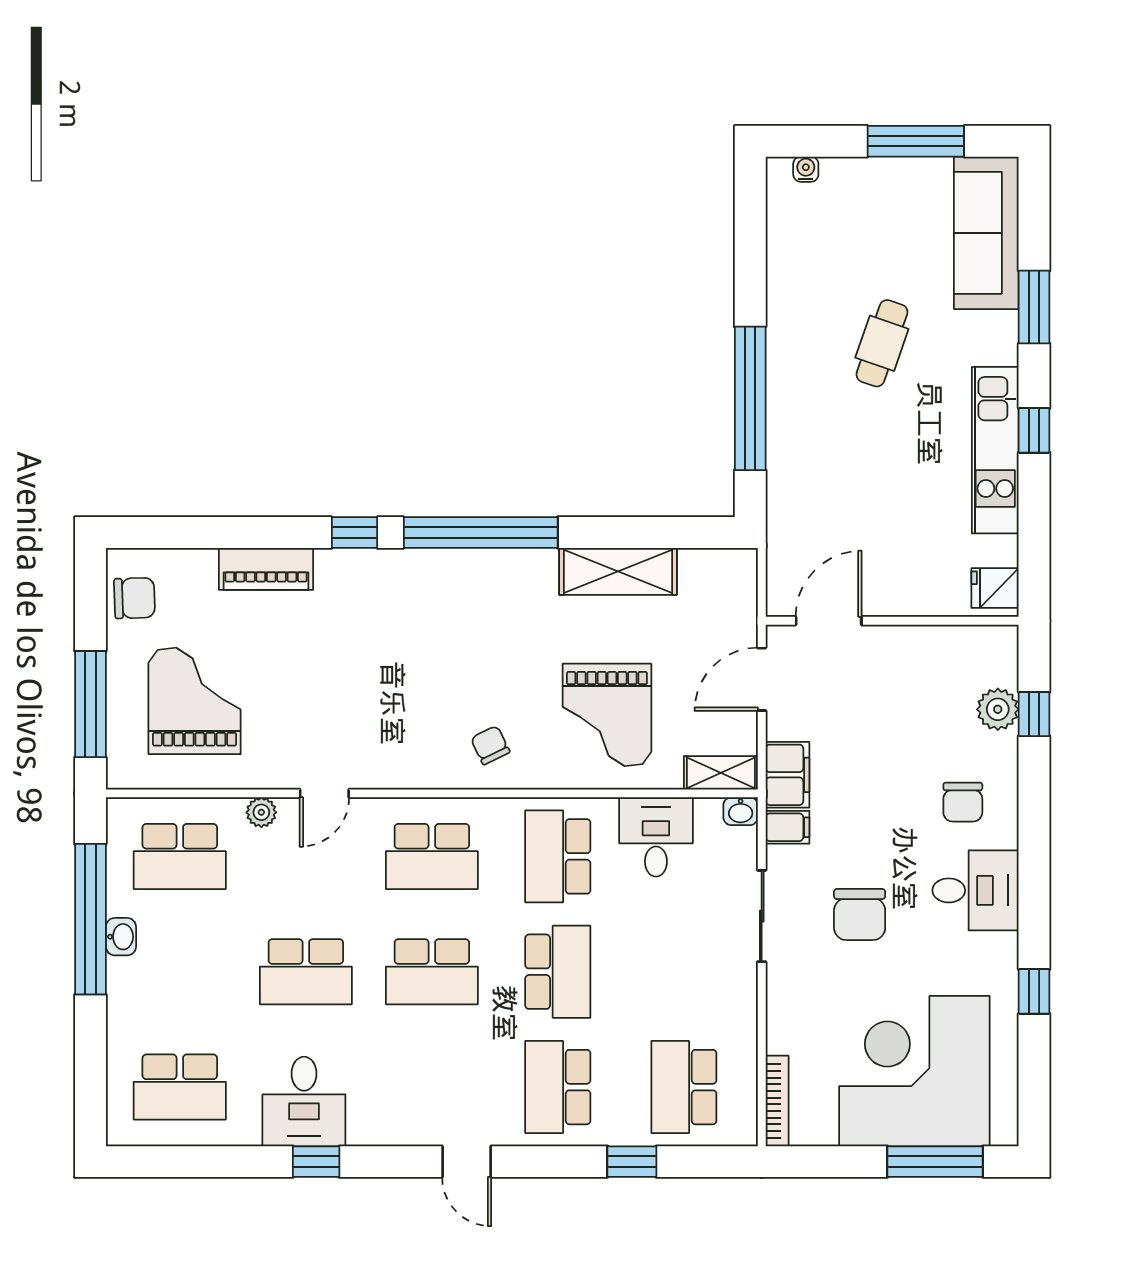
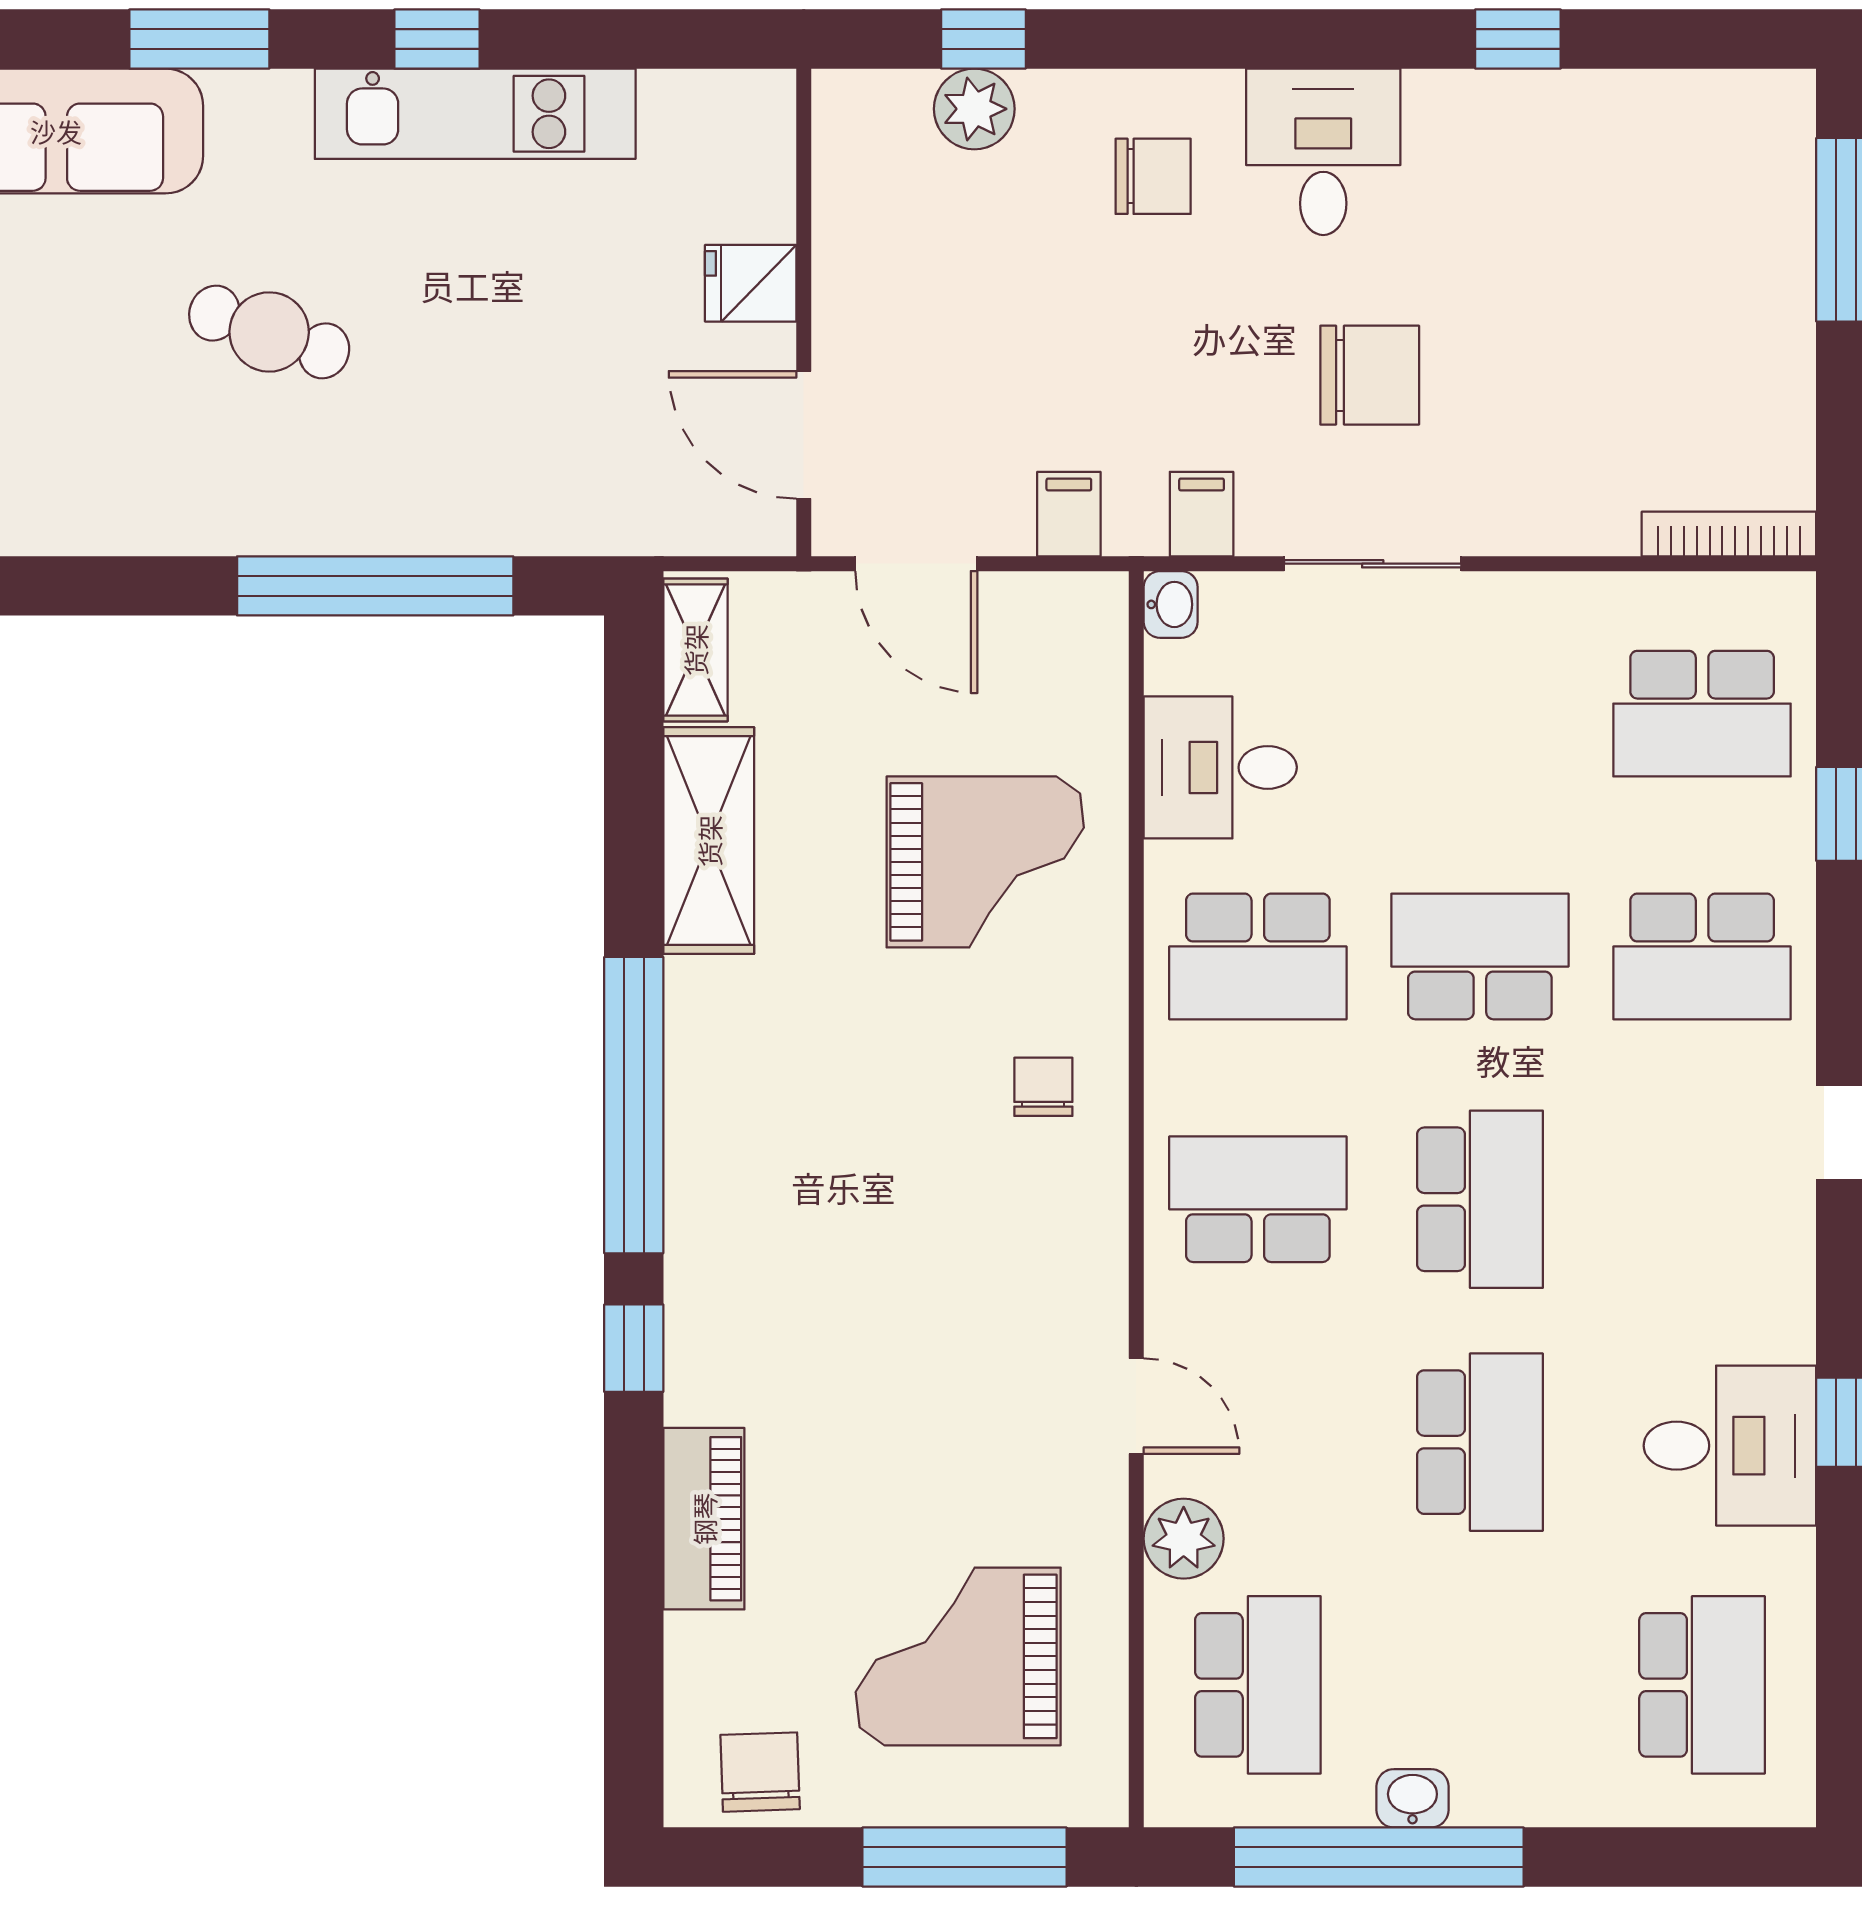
fridge: (995, 588) -> (751, 283), moved, turned 90
chair: (490, 745) -> (1043, 1087), turned 116
shelving: (721, 773) -> (695, 650), moved
filing cabinet: (787, 775) -> (1069, 514), width x0.50
plant: (261, 812) -> (1184, 1539), width x1.38, depth x1.38
school desk: (432, 856) -> (1258, 1199), turned -90
corner desk: (914, 1071) -> (1671, 269), removed

